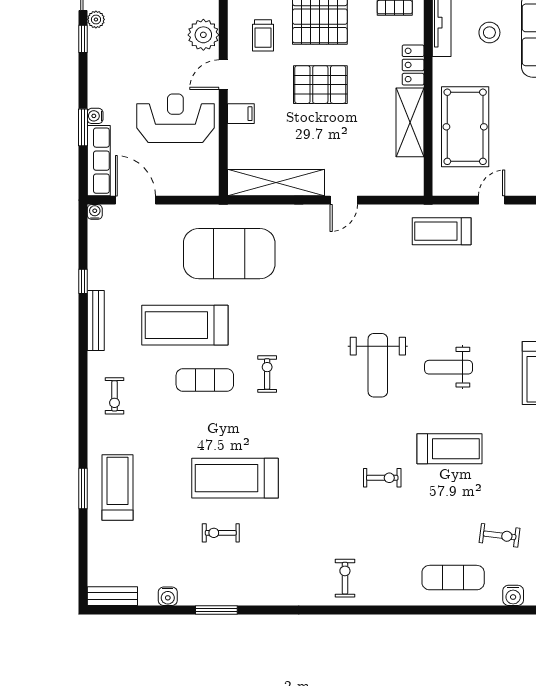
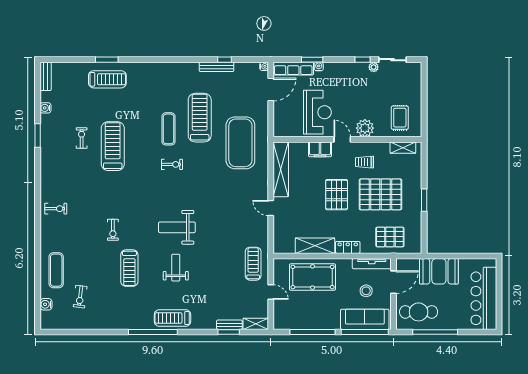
filing cabinet: (241, 114) -> (320, 149), width x2.00
bench: (96, 321) -> (216, 67), moved
exercise bike: (114, 396) -> (159, 78), removed

